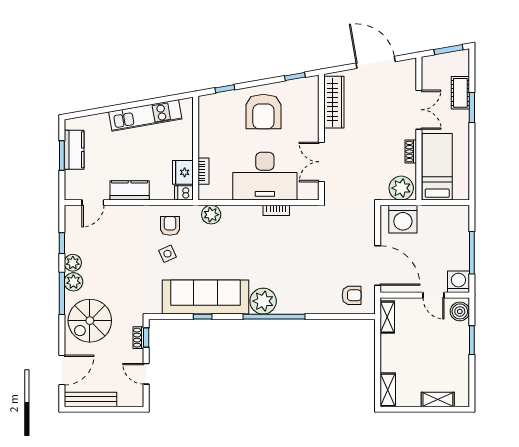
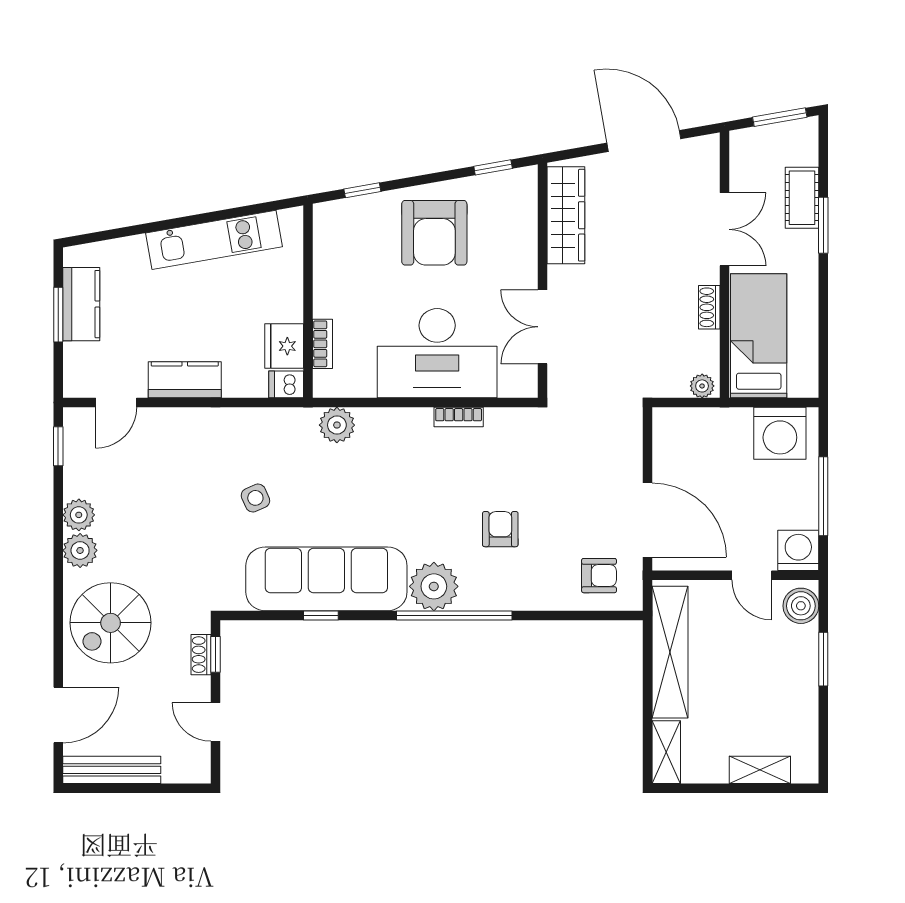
plant: (401, 188) -> (702, 386), width x0.53, depth x0.53
washing machine: (403, 219) -> (780, 433), moved
armchair: (170, 226) -> (500, 529), moved
window: (62, 243) -> (58, 446), moved
window: (62, 293) -> (58, 572), removed
shelving: (387, 317) -> (670, 652), width x2.20, depth x1.33

